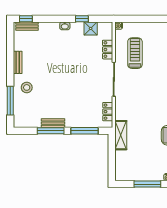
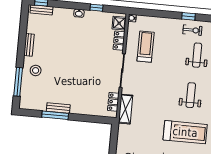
shower: (91, 28) -> (119, 23), moved
window: (84, 131) -> (89, 118), removed
shelving: (121, 135) -> (126, 109), moved

